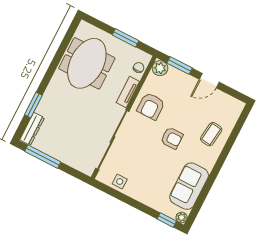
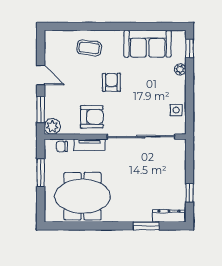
window: (43, 157) -> (189, 193), width x0.46
plant: (182, 217) -> (180, 69), moved

